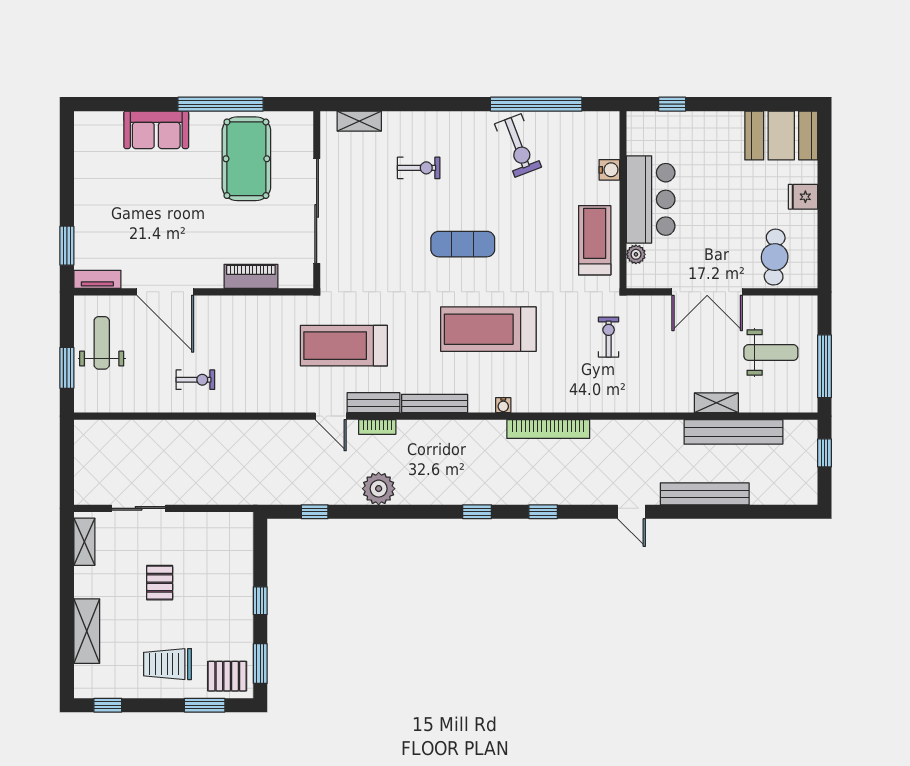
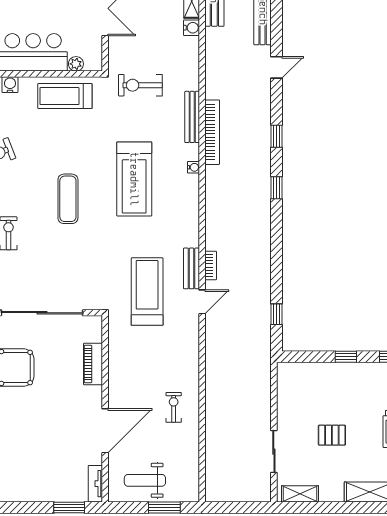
exercise bike: (609, 337) -> (140, 85), width x1.38, depth x1.39
treadmill: (344, 346) -> (147, 292), turned 180
bench: (435, 403) -> (192, 117), moved
water cooler: (682, 403) -> (191, 28), added
plant: (379, 489) -> (259, 264), removed

